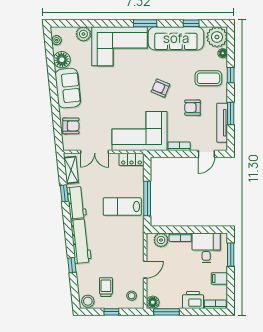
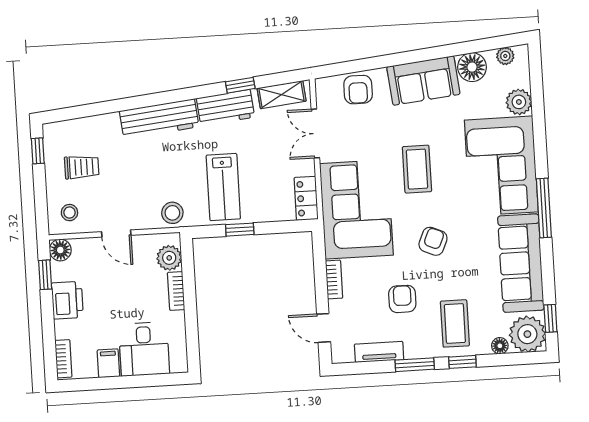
window: (145, 23) -> (544, 208), width x1.44
window: (191, 23) -> (550, 318), moved
coffee table: (118, 95) -> (417, 169), added
window: (231, 114) -> (415, 365), moved
tv unit: (222, 123) -> (379, 352), width x0.71
window: (147, 199) -> (240, 230), width x0.46
lab bench: (122, 207) -> (223, 187), turned 180
desk: (206, 248) -> (144, 349), moved, turned 90
window: (231, 255) -> (151, 380), removed
window: (72, 265) -> (116, 106), removed
printer: (193, 300) -> (67, 300), moved
stool: (88, 301) -> (172, 213), moved
window: (111, 312) -> (38, 151), moved
window: (166, 312) -> (45, 275), width x0.67

